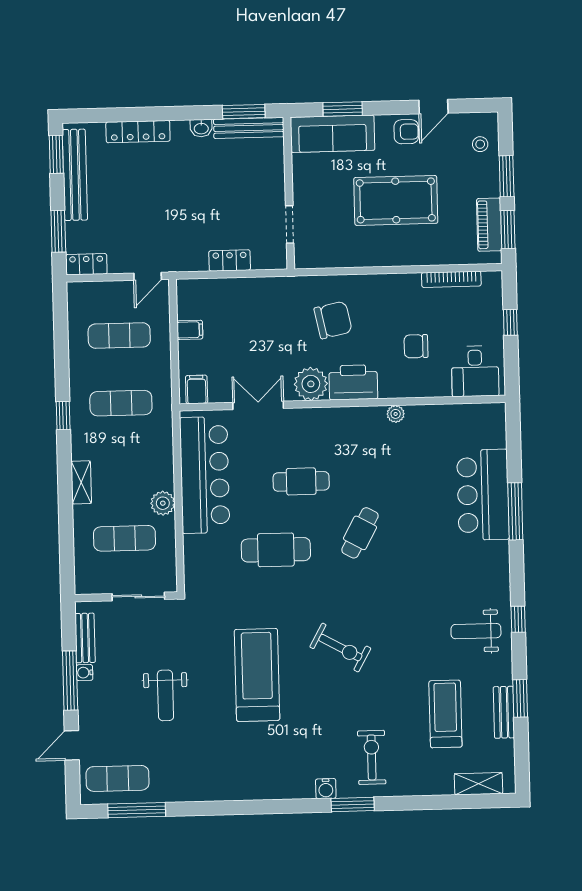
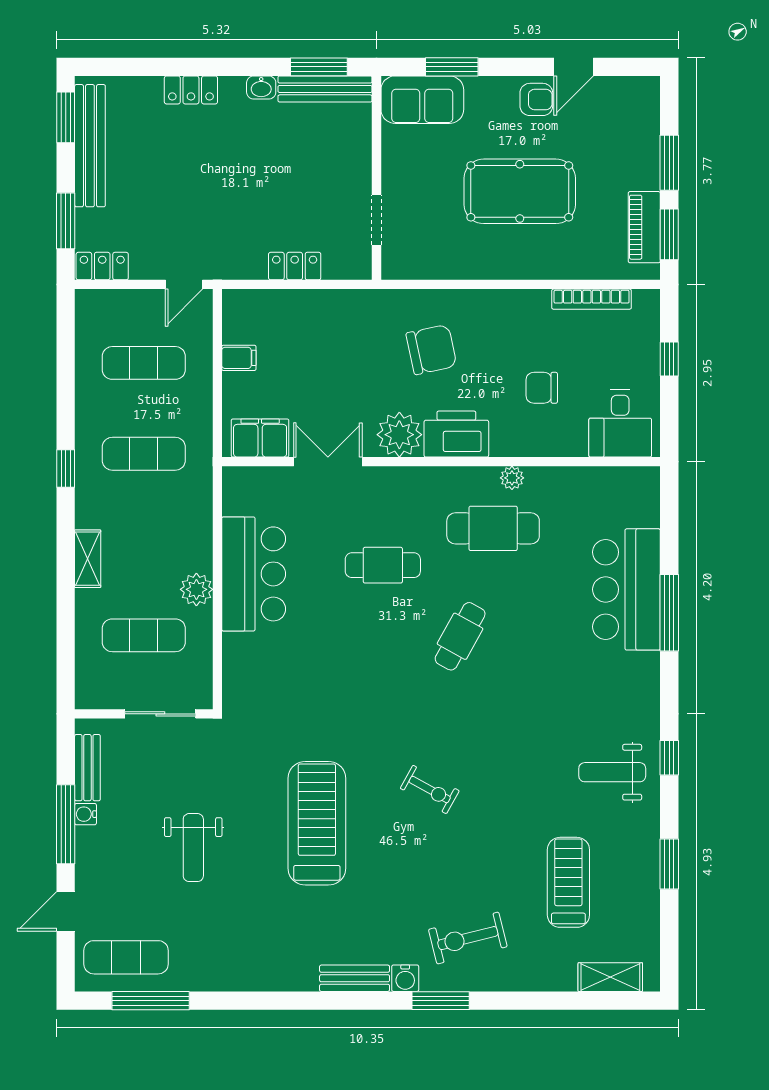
locker: (138, 132) -> (191, 90), width x0.66
sofa: (332, 134) -> (422, 100), width x0.73
stool: (480, 144) -> (635, 119), removed
filing cabinet: (197, 389) -> (260, 438), width x2.00
bar counter: (205, 475) -> (254, 574), width x0.73
cafe table: (276, 550) -> (493, 528), moved
exercise bike: (340, 648) -> (430, 790), width x0.73, depth x0.72
bench: (504, 712) -> (355, 978), moved, turned 90
exercise bike: (372, 757) -> (468, 938), turned -104

